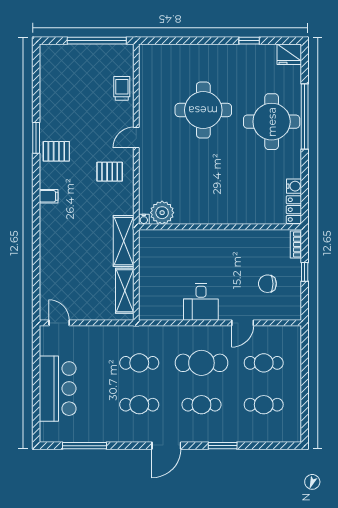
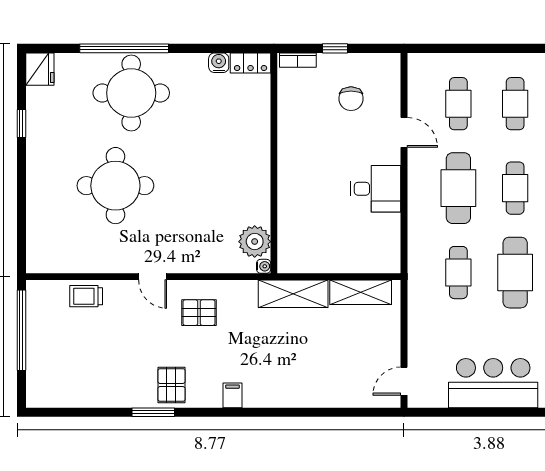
pallet: (110, 172) -> (199, 313), turned 90
cafe table: (139, 405) -> (515, 273), width x1.37, depth x1.35

